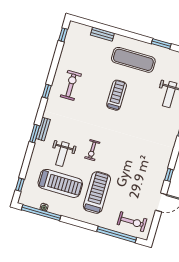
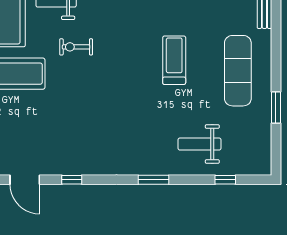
treadmill: (117, 95) -> (174, 60), turned -90

